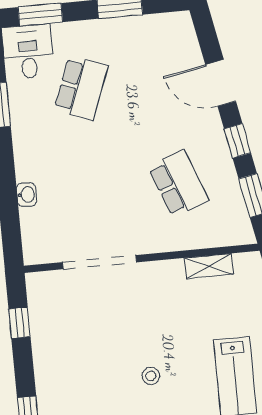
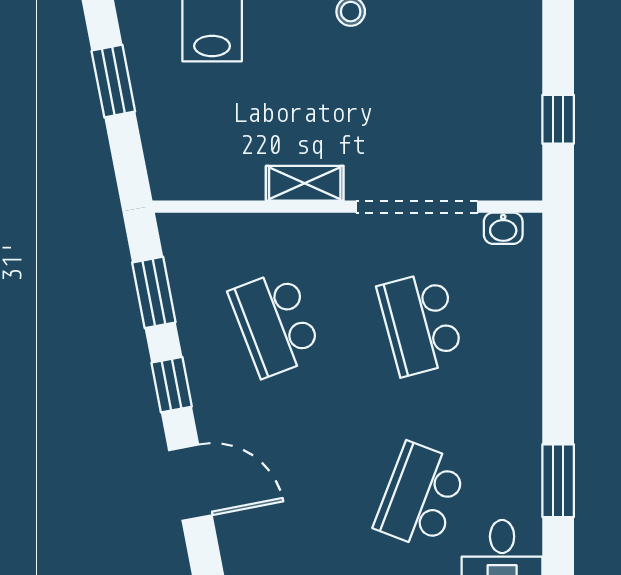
school desk: (91, 192) -> (421, 324), added
washbasin: (27, 195) -> (503, 228), moved, turned -90
shelving: (209, 266) -> (305, 183), moved

